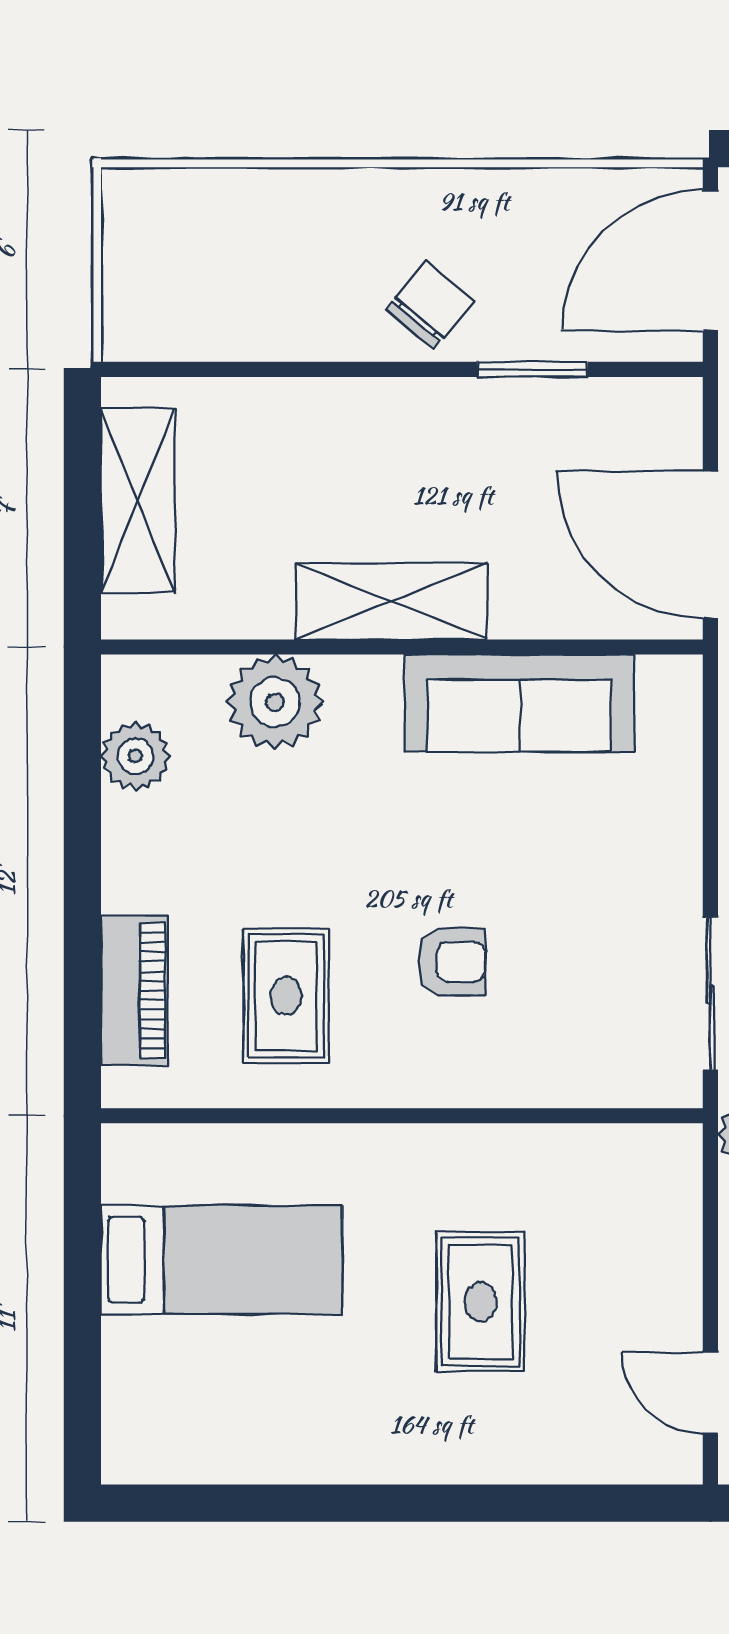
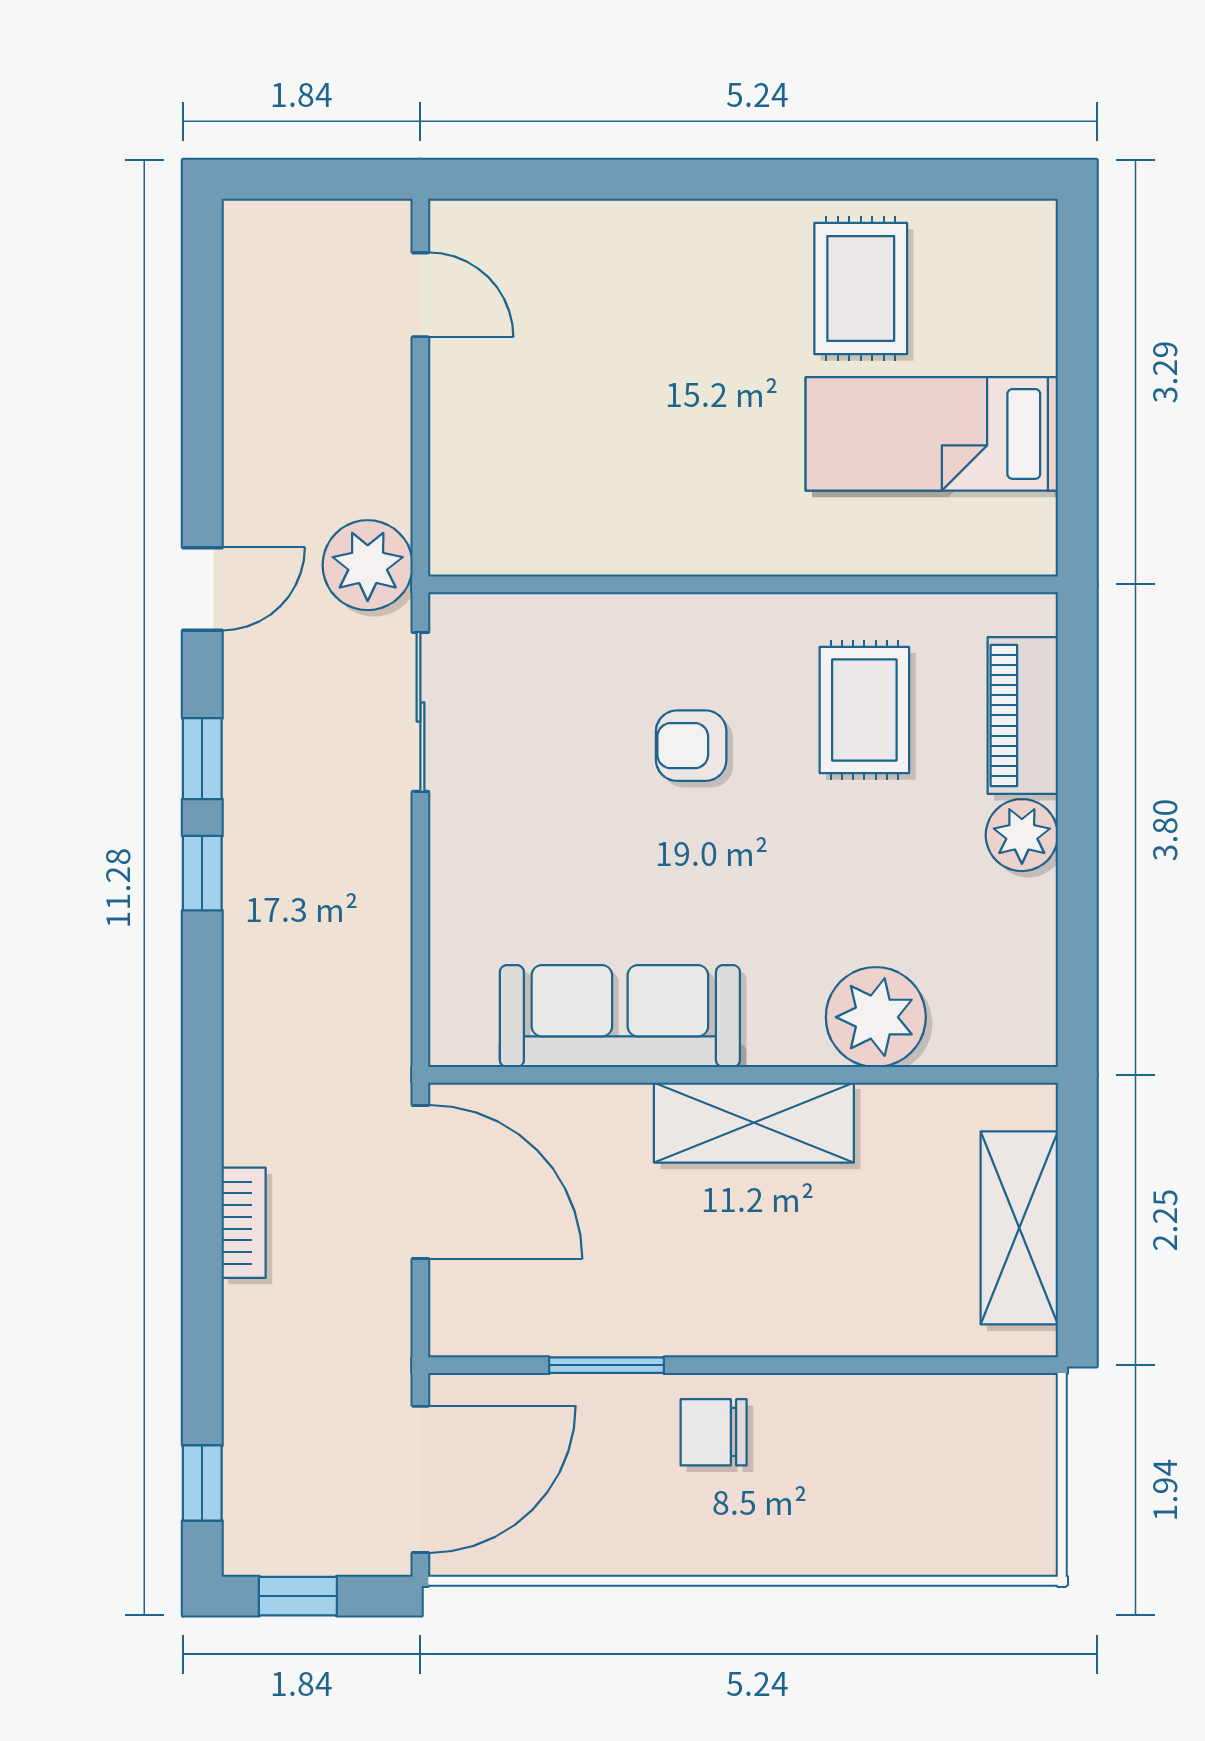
chair: (430, 305) -> (714, 1432), turned 50
plant: (135, 756) -> (1022, 835), moved
rug: (481, 1302) -> (861, 288), moved

